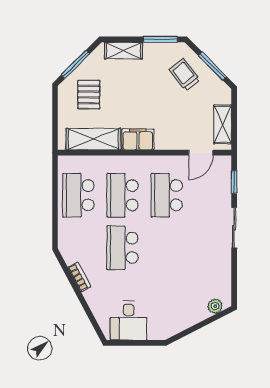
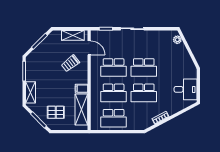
trolley: (185, 75) -> (70, 63), moved
filing cabinet: (138, 139) -> (82, 89), width x0.50
school desk: (167, 248) -> (144, 67), added

